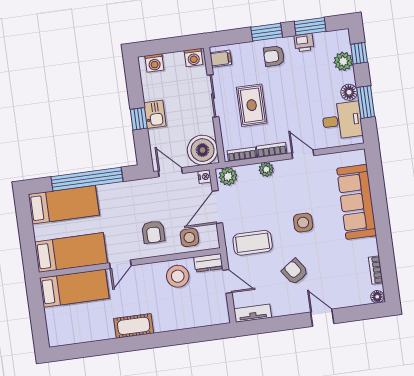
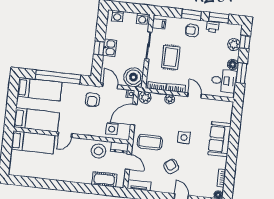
sofa: (357, 202) -> (220, 139), width x0.73
armchair: (153, 232) -> (92, 100), moved
cot: (134, 326) -> (104, 179), moved

